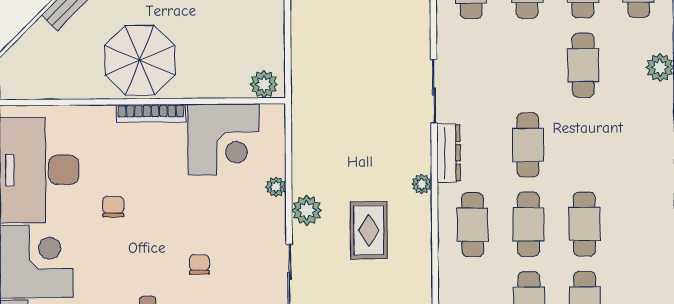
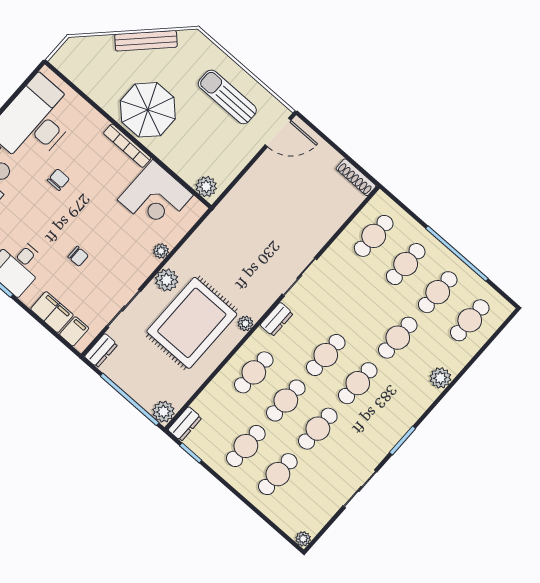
cafe table: (584, 145) -> (358, 383), added
dresser: (449, 153) -> (277, 319), width x0.70
rug: (369, 230) -> (192, 323), width x1.86, depth x2.06
chair: (199, 264) -> (78, 256), turned 90

